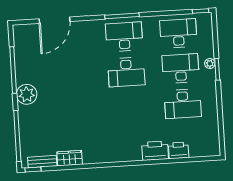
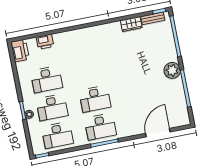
desk: (126, 72) -> (95, 99), turned 180
desk: (183, 104) -> (47, 79), turned 180
printer: (155, 151) -> (20, 50), moved, turned -90

